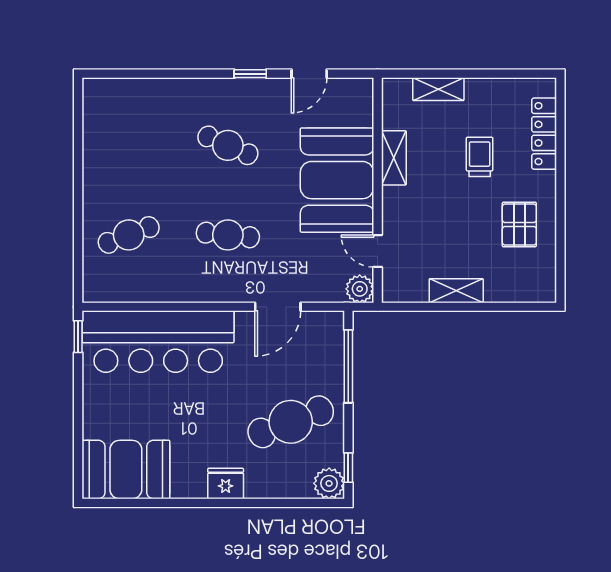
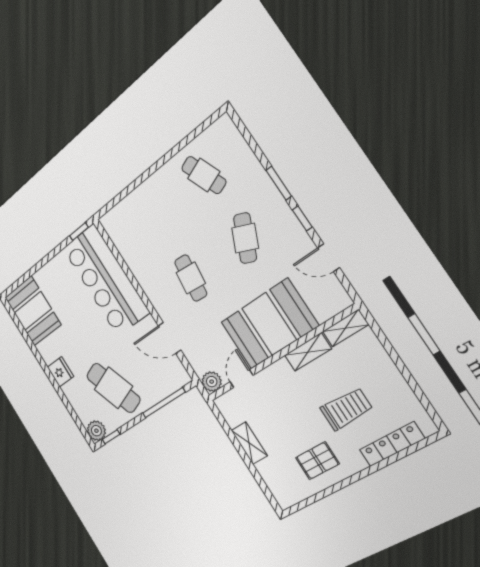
window: (197, 74) -> (279, 183), added
shelving: (438, 89) -> (346, 328), moved, turned 90
trolley: (480, 157) -> (346, 409), width x1.36, depth x1.39
cafe table: (129, 235) -> (204, 175), moved

